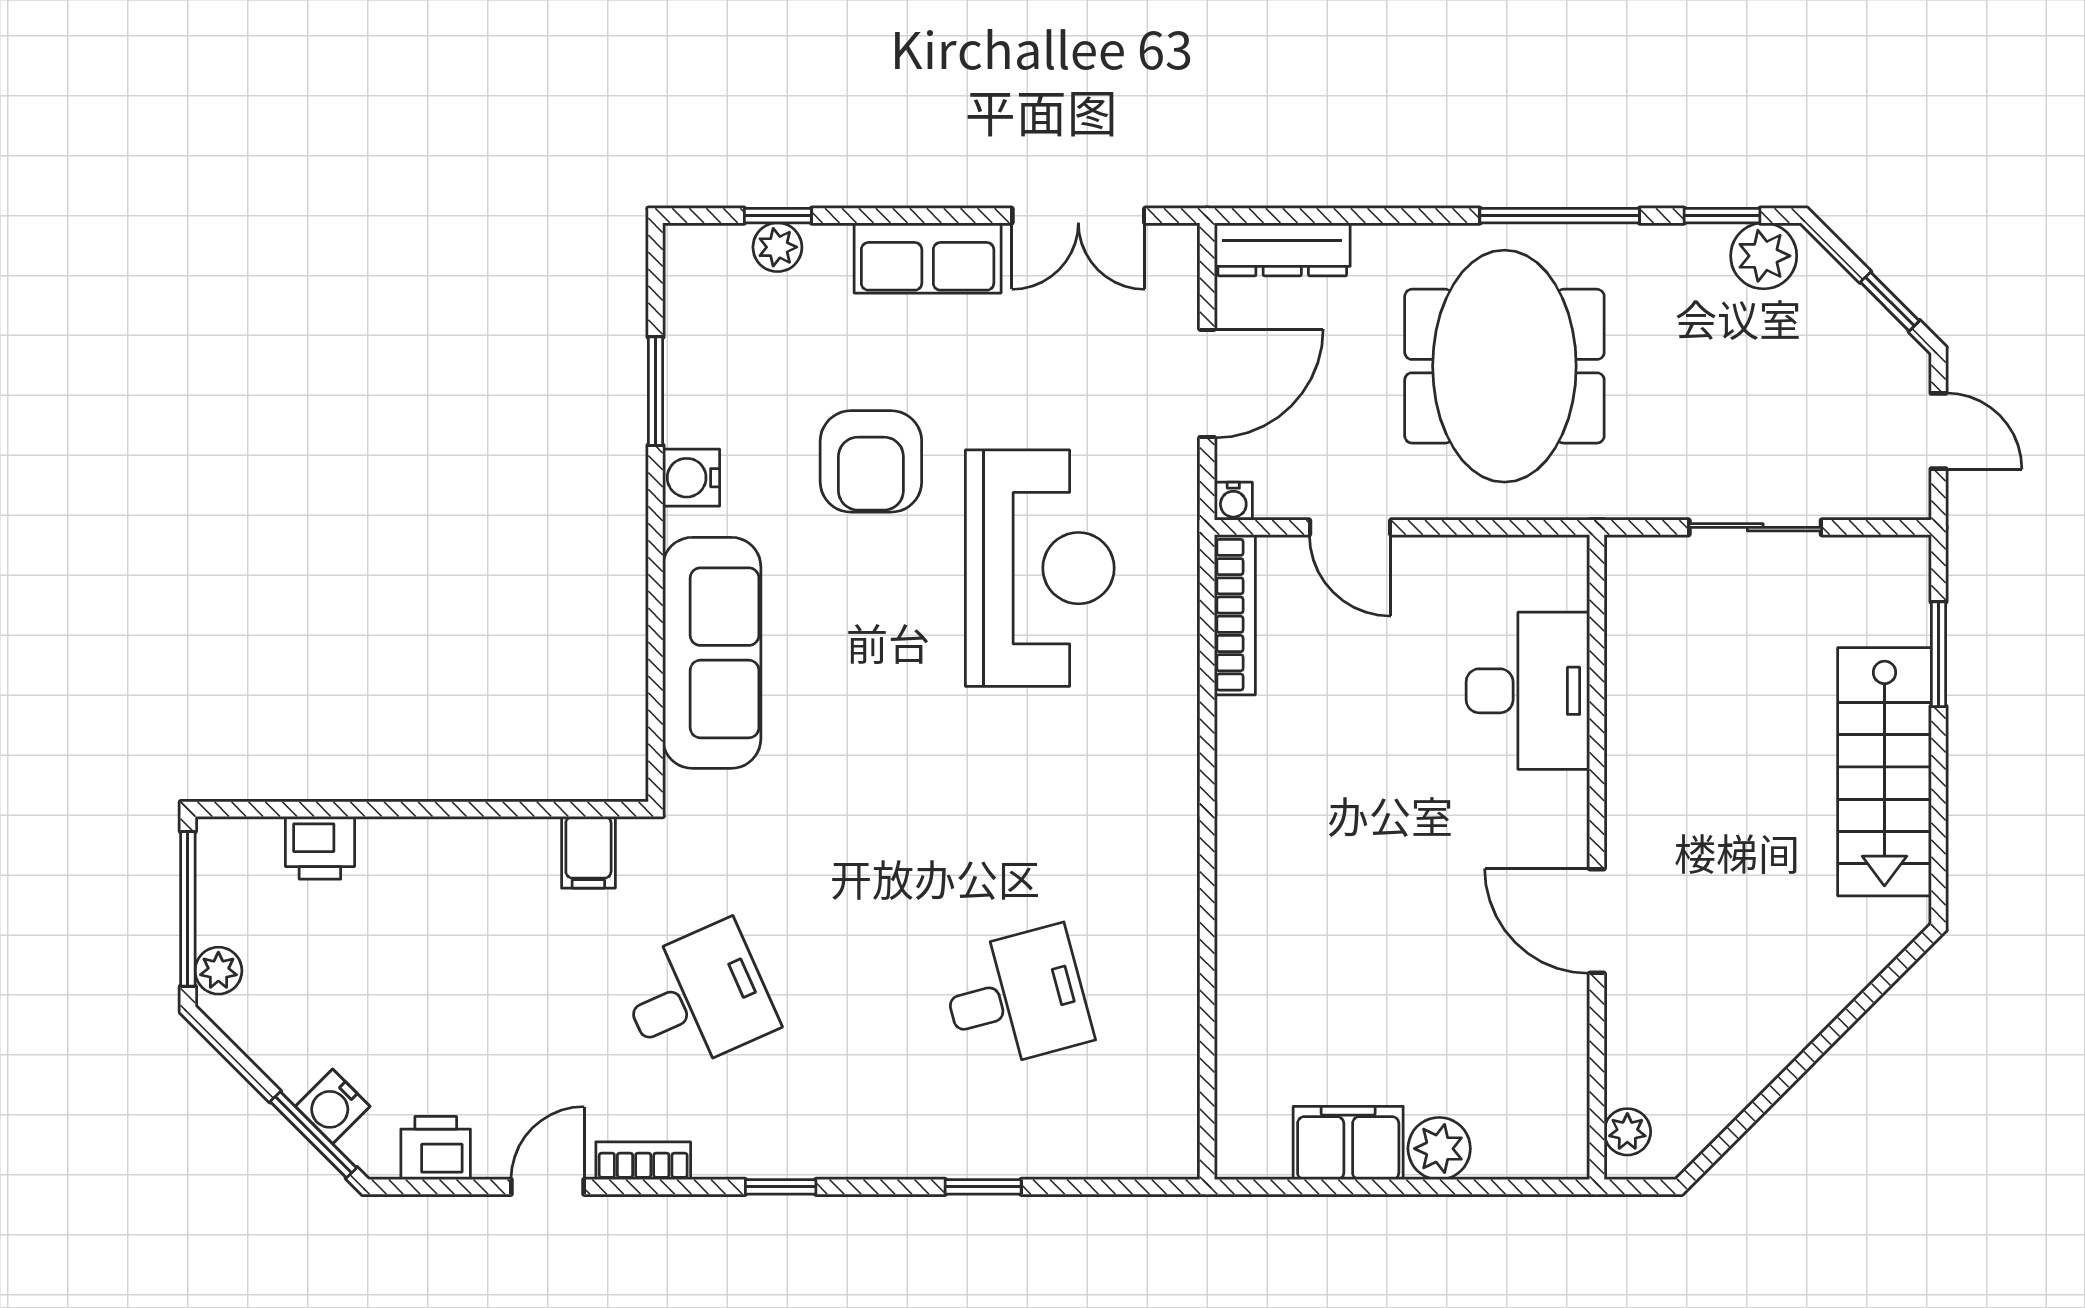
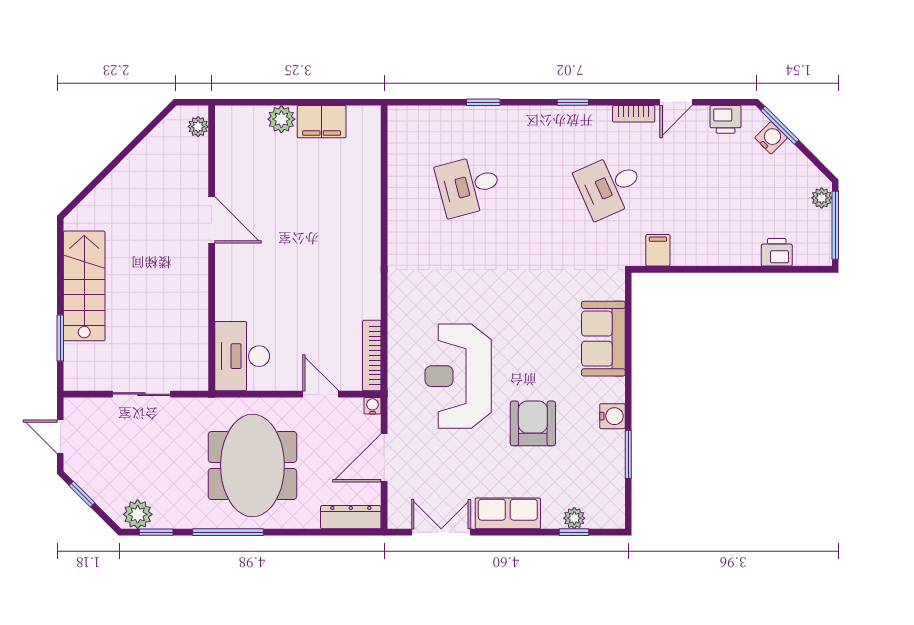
sofa: (712, 653) -> (603, 339), width x0.73
desk: (1528, 691) -> (242, 356), moved

